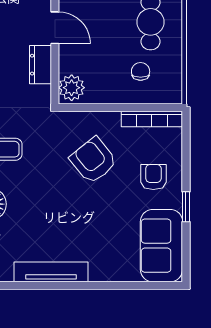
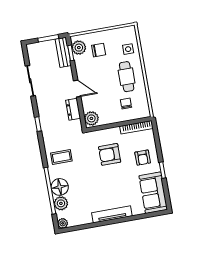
armchair: (93, 160) -> (110, 154), turned -51
armchair: (153, 177) -> (143, 158), turned 180
tv unit: (51, 272) -> (112, 214), moved

